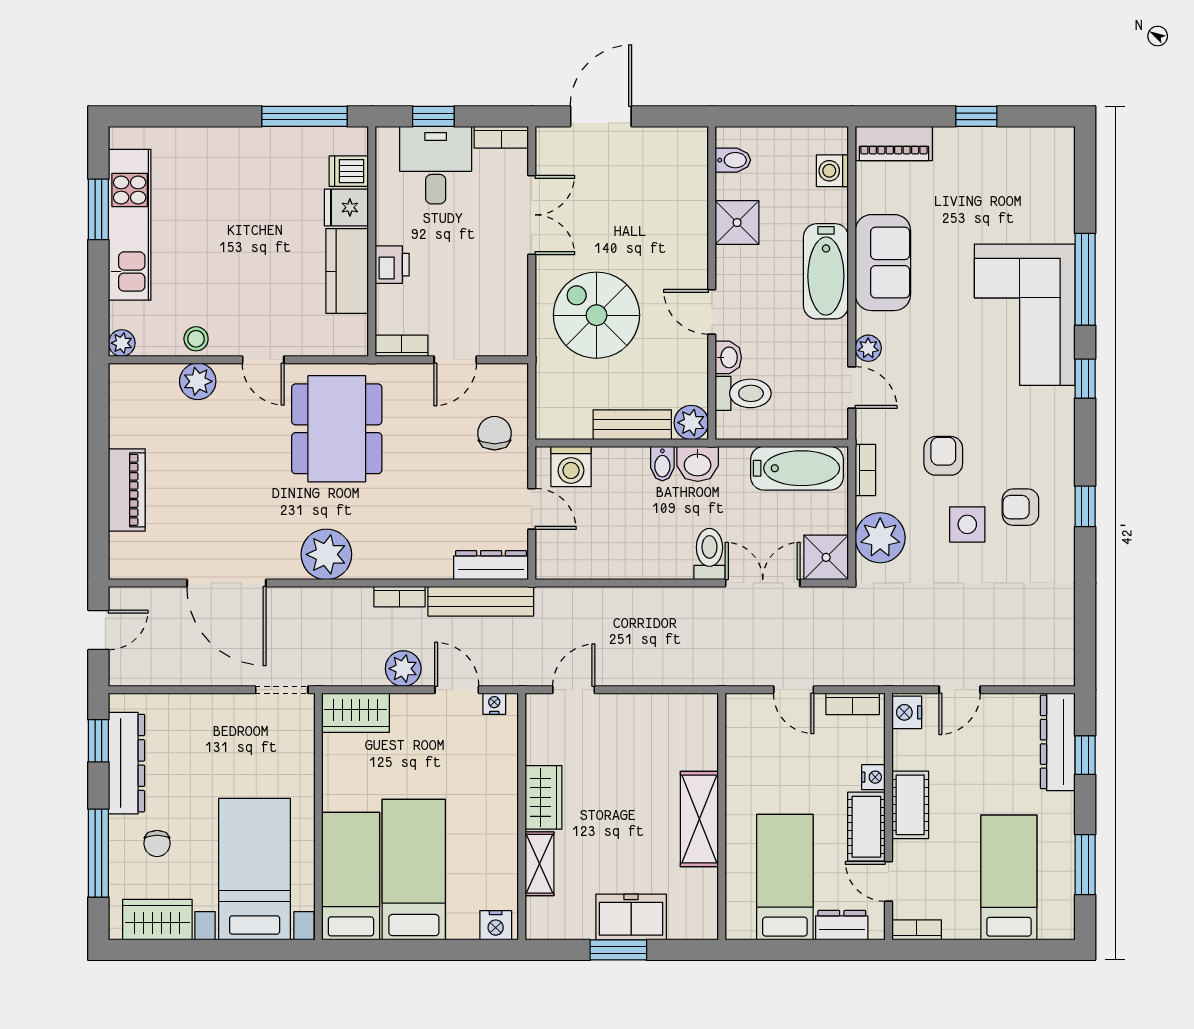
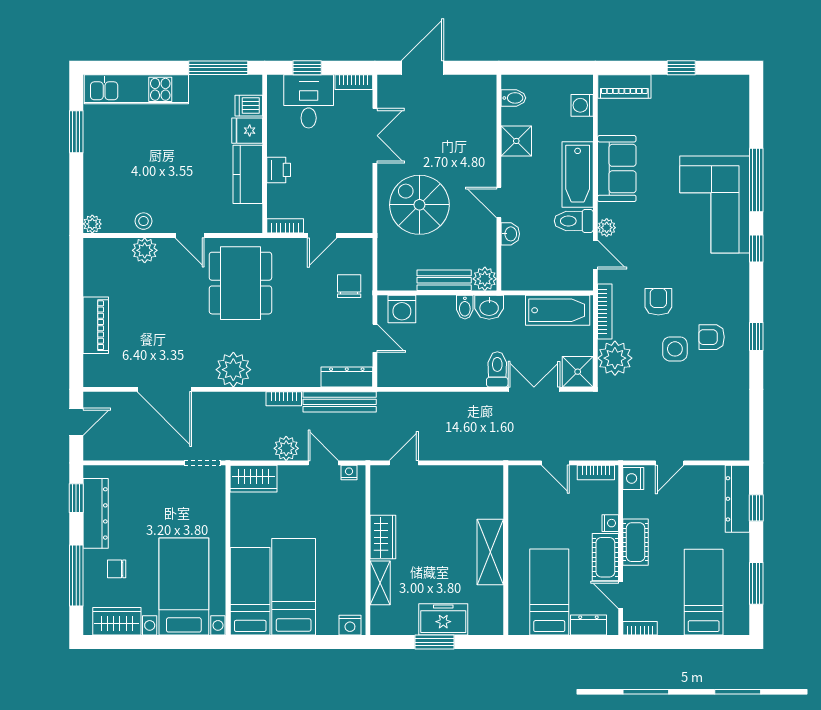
kitchen unit: (130, 225) -> (136, 89), moved, turned 90
toilet: (743, 393) -> (574, 221), moved, turned 180
bookcase: (865, 470) -> (605, 311), width x1.56
chair: (157, 843) -> (117, 569), turned 90

